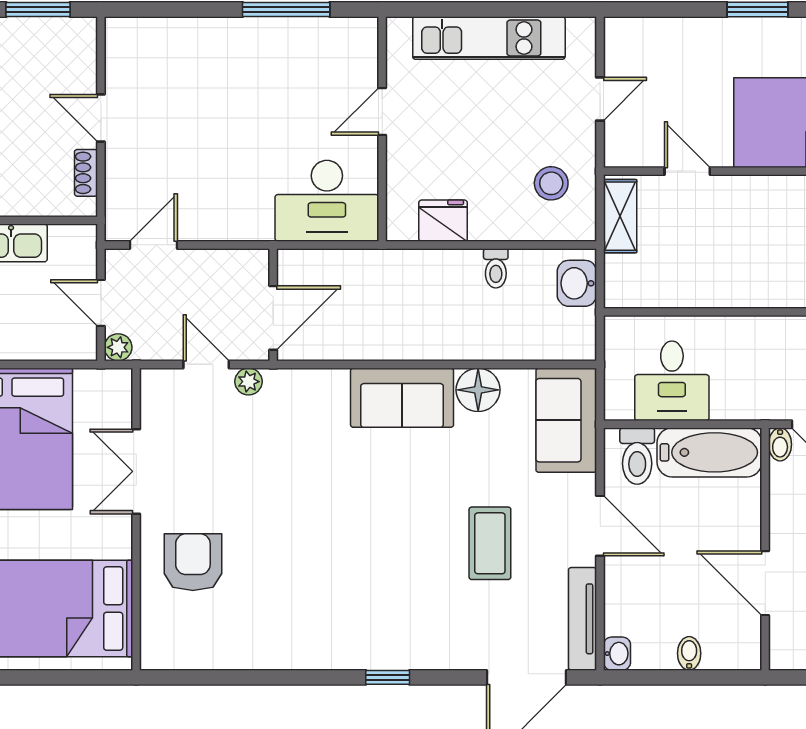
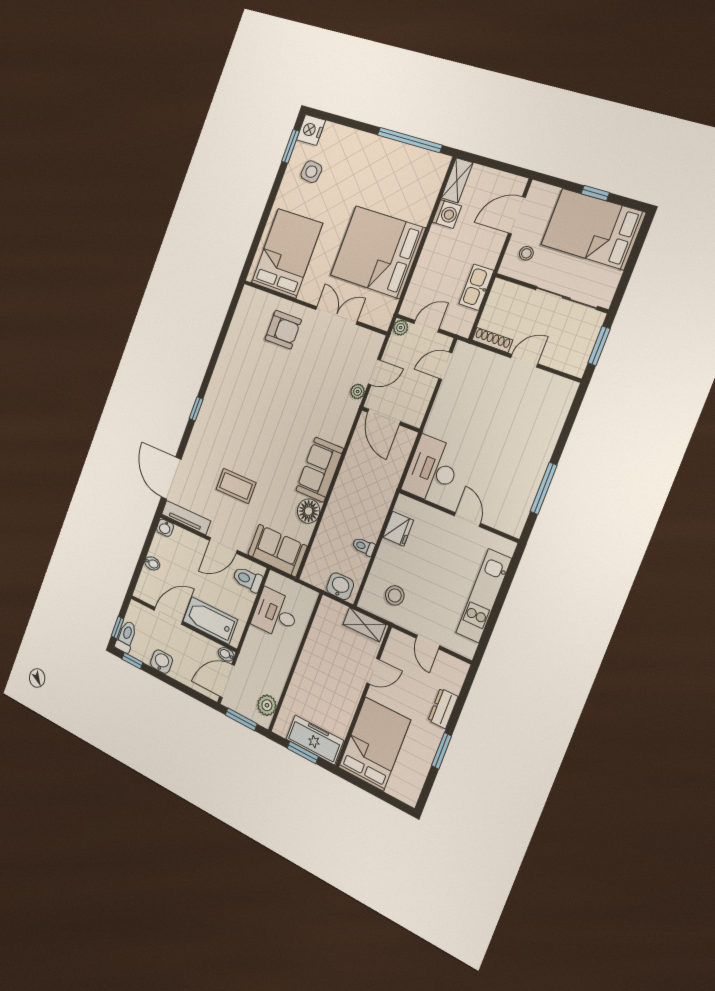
dresser: (692, 33) -> (443, 708), added
shoe rack: (86, 173) -> (492, 340), width x1.43
door: (153, 245) -> (445, 366), swing flipped
bathtub: (709, 452) -> (210, 620), moved, turned 90

